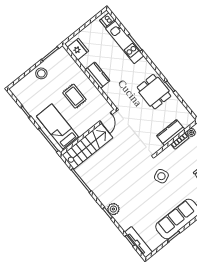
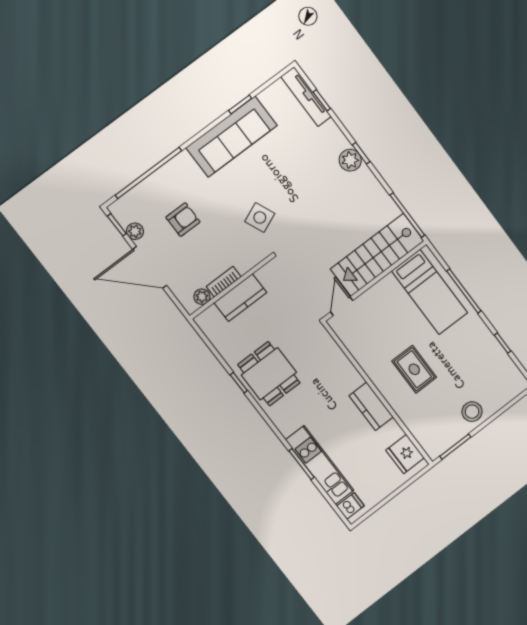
door: (106, 118) -> (342, 306), moved
bed: (58, 127) -> (430, 292), moved
wall: (88, 132) -> (375, 281), moved
stairs: (87, 146) -> (377, 255), moved

